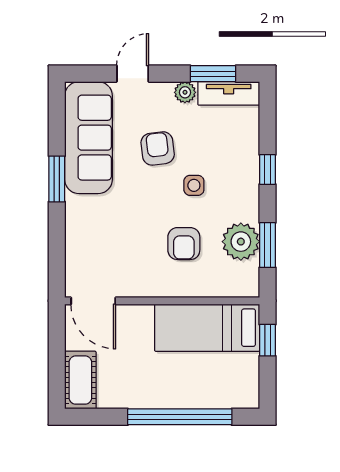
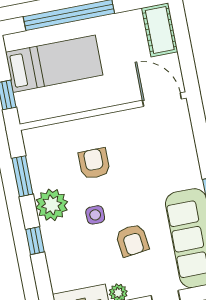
plant: (241, 242) -> (52, 205), moved
bed: (207, 328) -> (54, 64), moved

